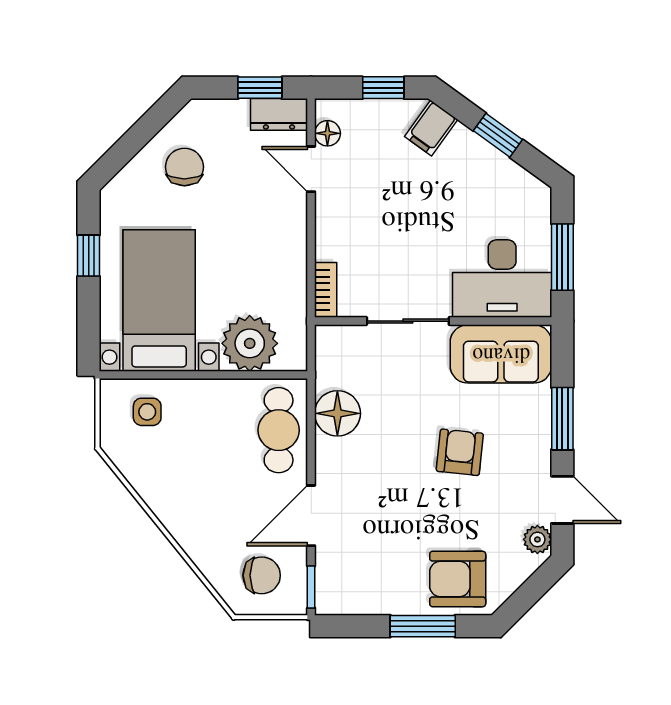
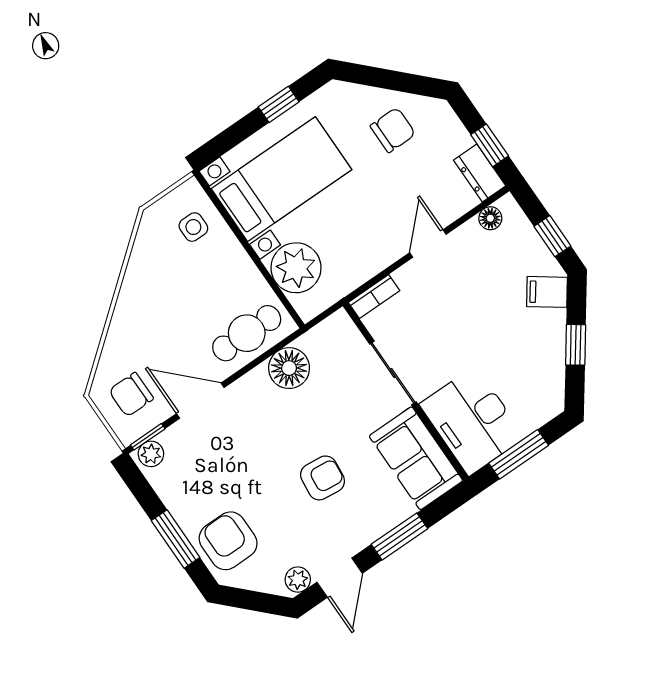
door: (311, 169) -> (428, 243), moved
chair: (262, 575) -> (131, 395), turned 90
plant: (329, 595) -> (151, 454), added

